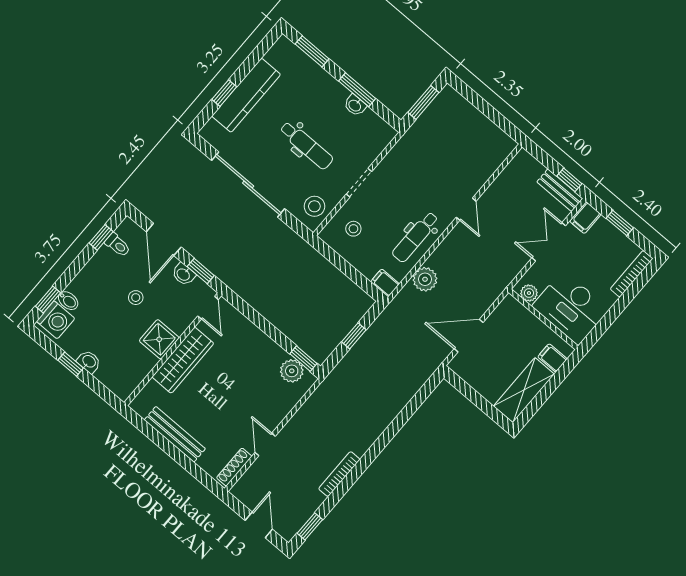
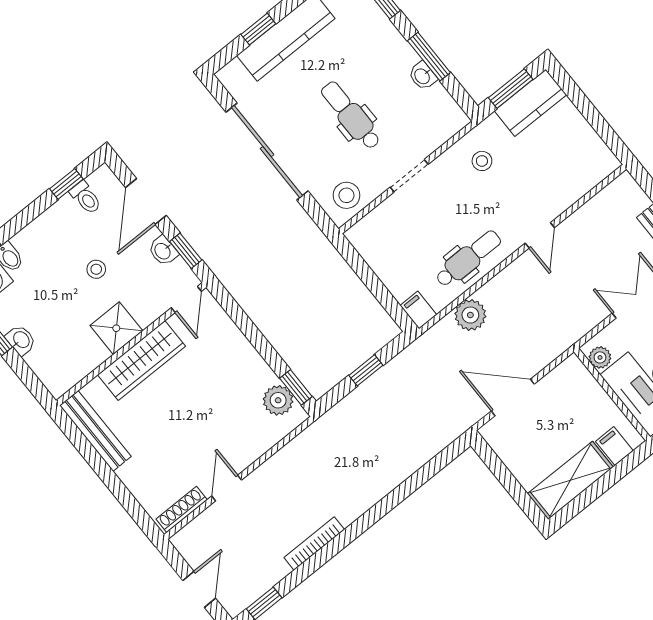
kitchen counter: (440, 110) -> (530, 103), added
dental chair: (306, 145) -> (351, 115), turned 180
stool: (353, 229) -> (482, 161), moved
dental chair: (415, 237) -> (468, 259), turned 180
bench: (175, 434) -> (95, 431), moved

